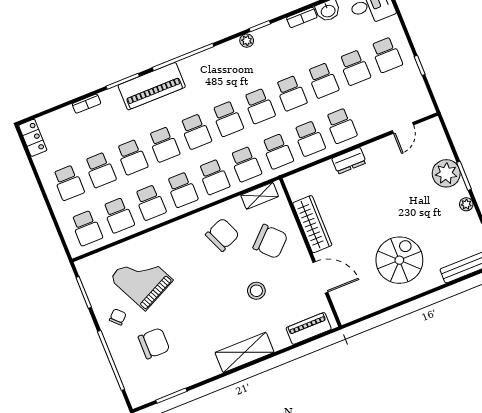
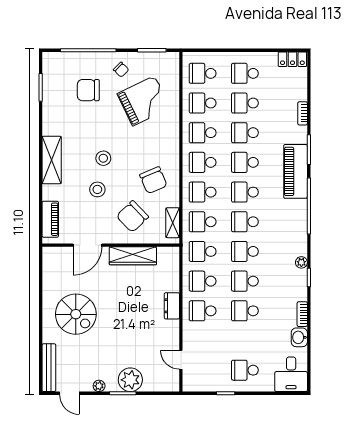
school desk: (355, 68) -> (245, 340), removed
stool: (220, 298) -> (103, 158), added
chair: (154, 343) -> (88, 90), turned 90

